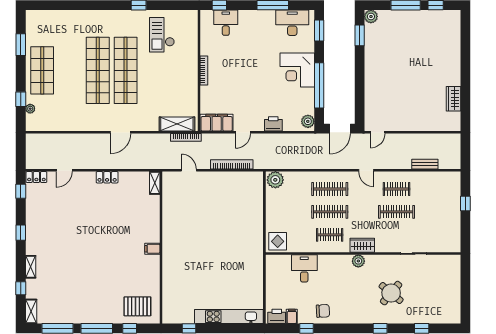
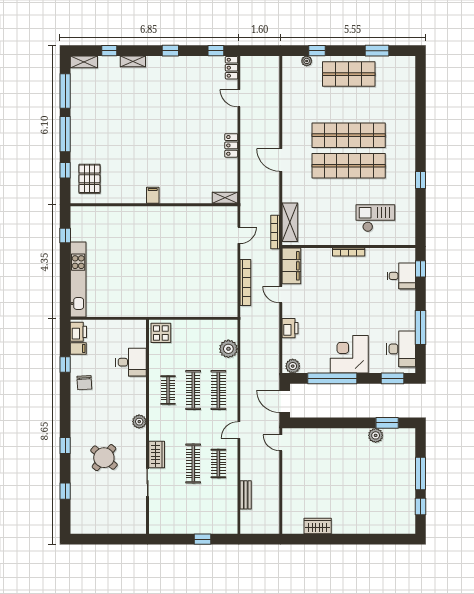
plant: (371, 16) -> (376, 435), moved
checkout: (162, 35) -> (375, 218), moved
plant: (275, 180) -> (228, 349), moved
wardrobe: (362, 245) -> (157, 454), moved

